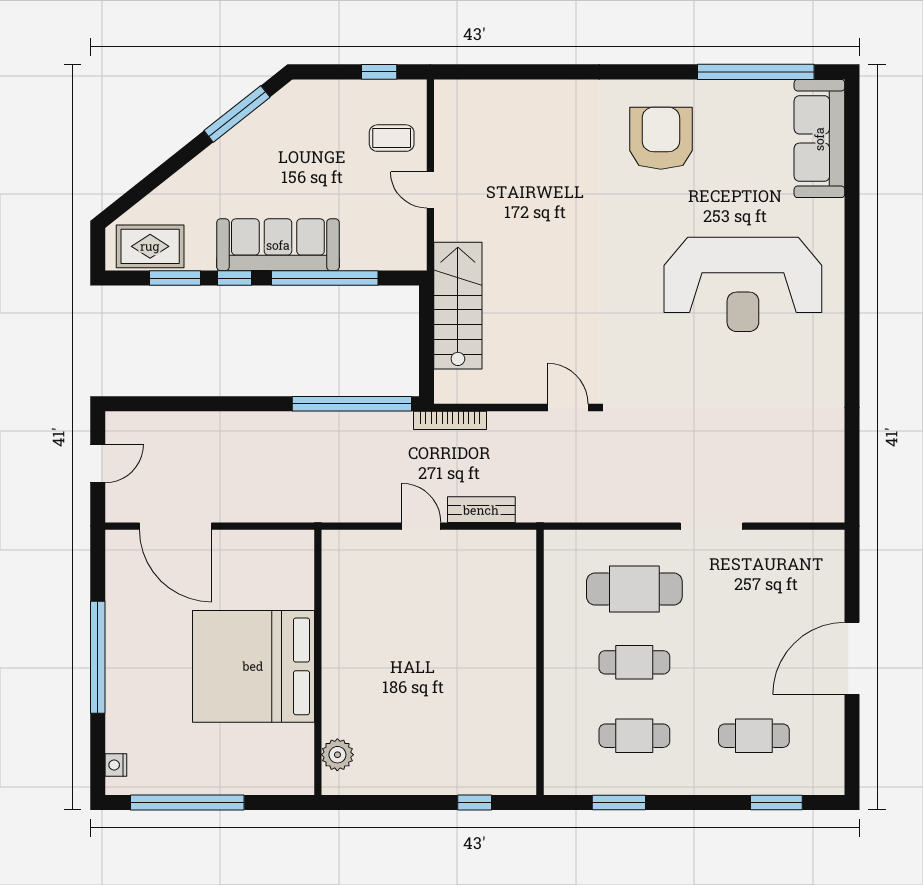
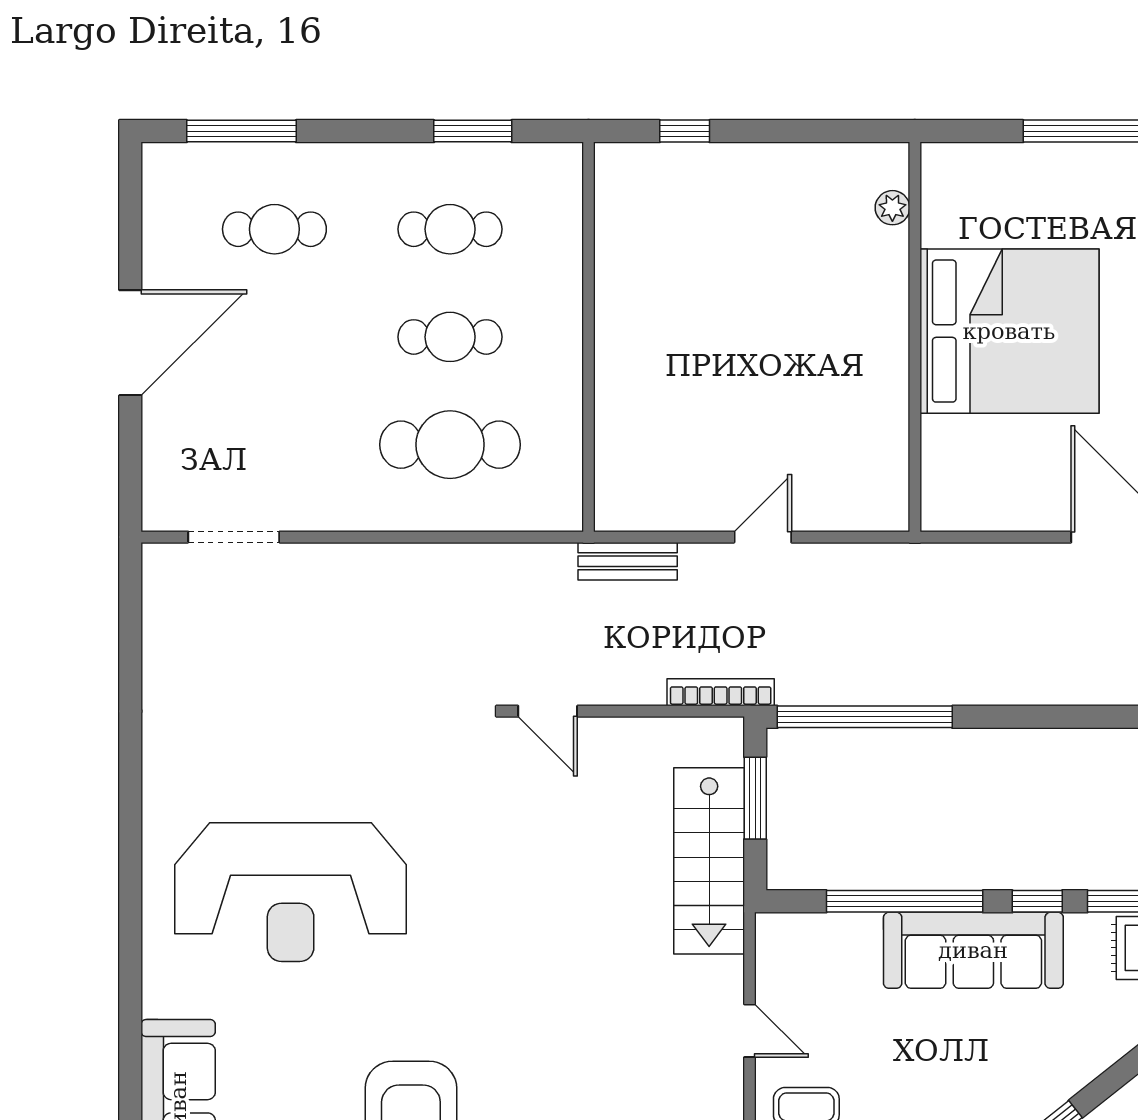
reception desk: (743, 284) -> (291, 892), turned 180
window: (427, 348) -> (755, 798), added
bench: (481, 510) -> (628, 561), moved
door: (421, 526) -> (763, 537), swing flipped
doorway: (711, 526) -> (234, 537), moved
plant: (337, 755) -> (892, 208), width x0.73, depth x0.73
window: (776, 802) -> (241, 131), width x1.44

